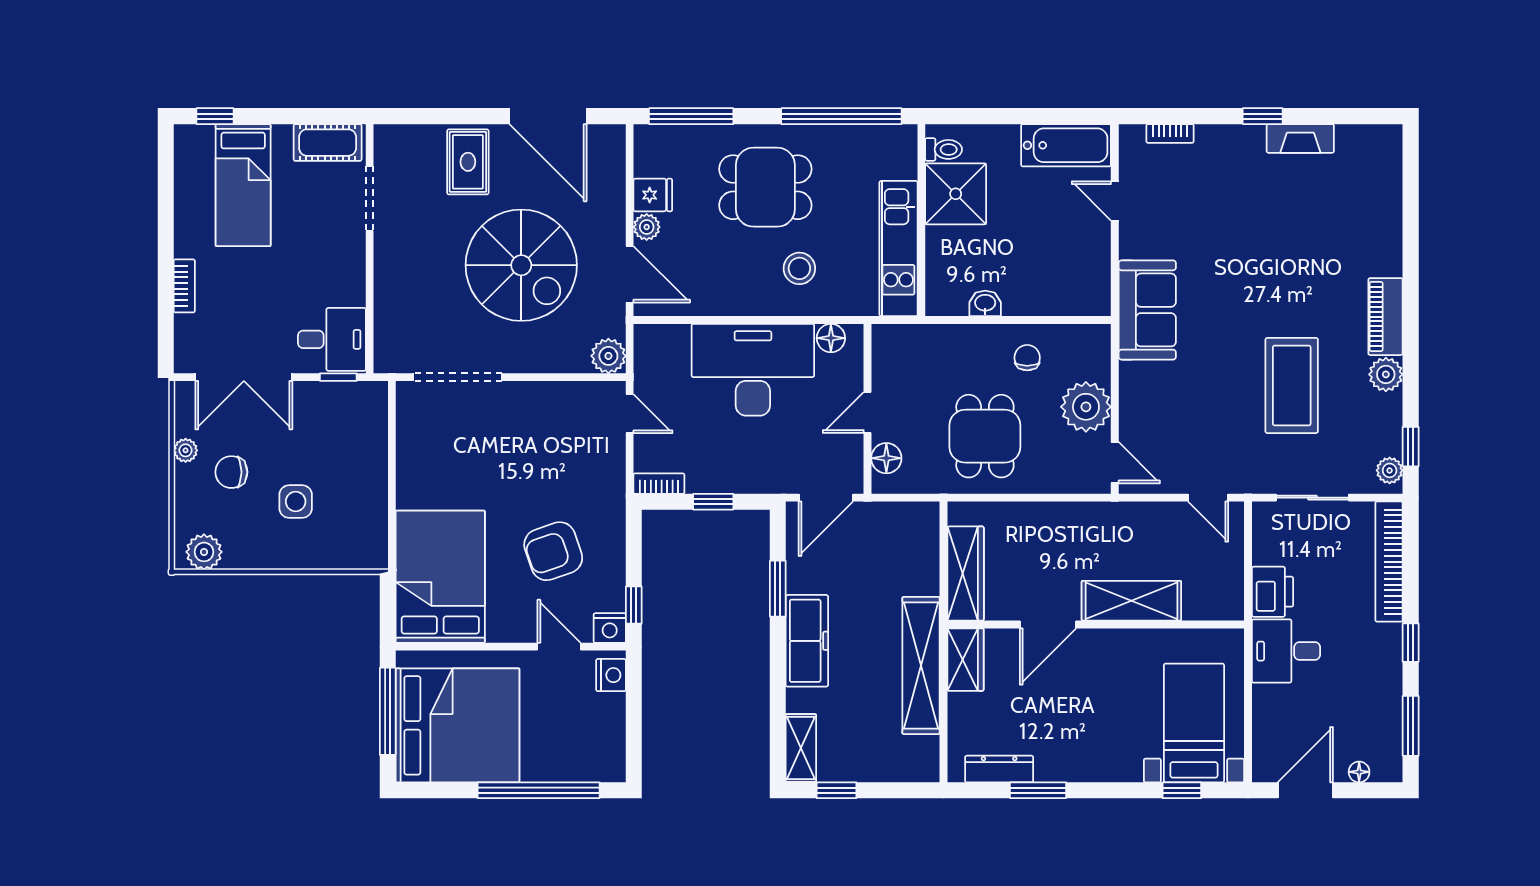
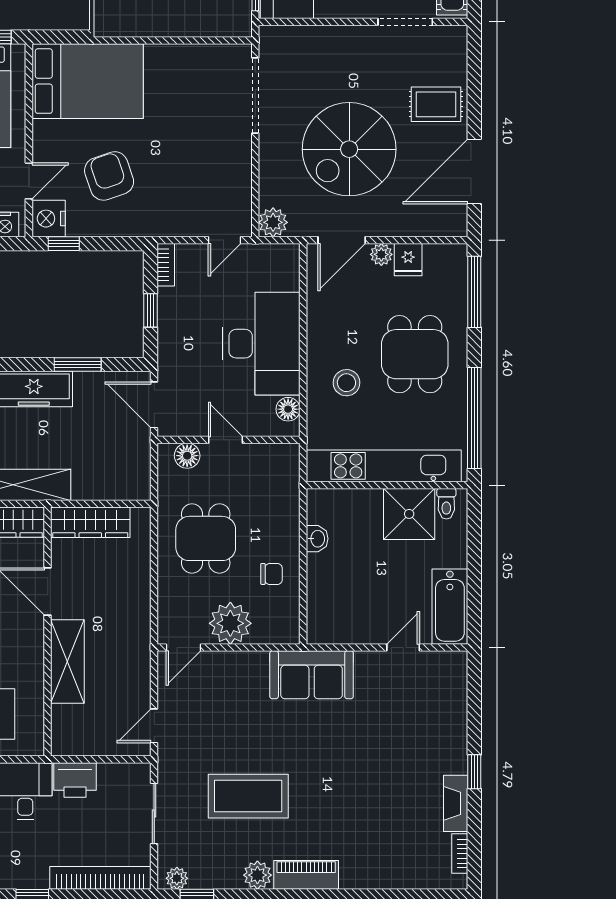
bookcase: (1170, 134) -> (460, 854), moved
kitchen unit: (898, 249) -> (384, 466), width x1.36
dining table: (985, 436) -> (206, 538), turned 90
nightstand: (610, 628) -> (49, 219), width x1.36, depth x1.33

